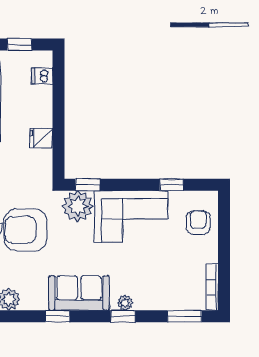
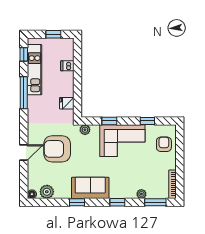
dishwasher: (42, 76) -> (67, 66), moved
fridge: (41, 138) -> (67, 103), moved
window: (88, 185) -> (109, 121), moved
plant: (78, 206) -> (85, 130), width x0.53, depth x0.53
plant: (125, 303) -> (141, 194), moved

